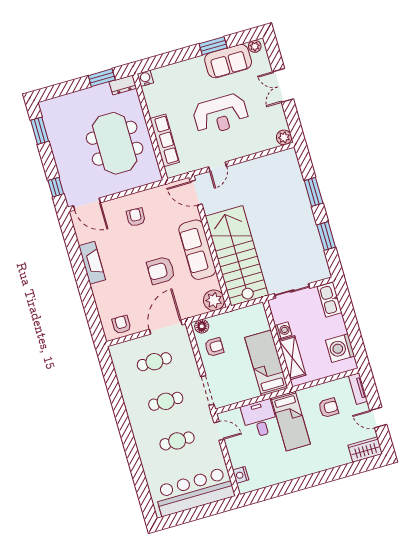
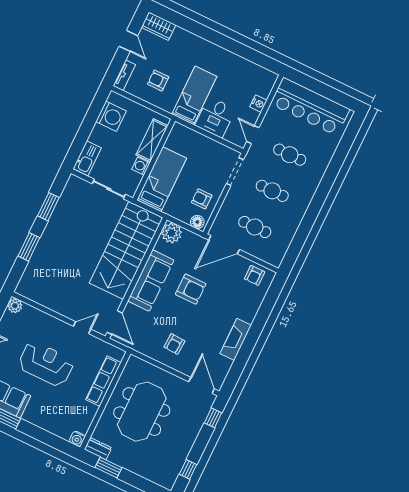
window: (40, 131) -> (188, 469), width x0.67
bed: (266, 363) -> (162, 179), moved, turned 180
nightstand: (241, 475) -> (258, 104), moved

